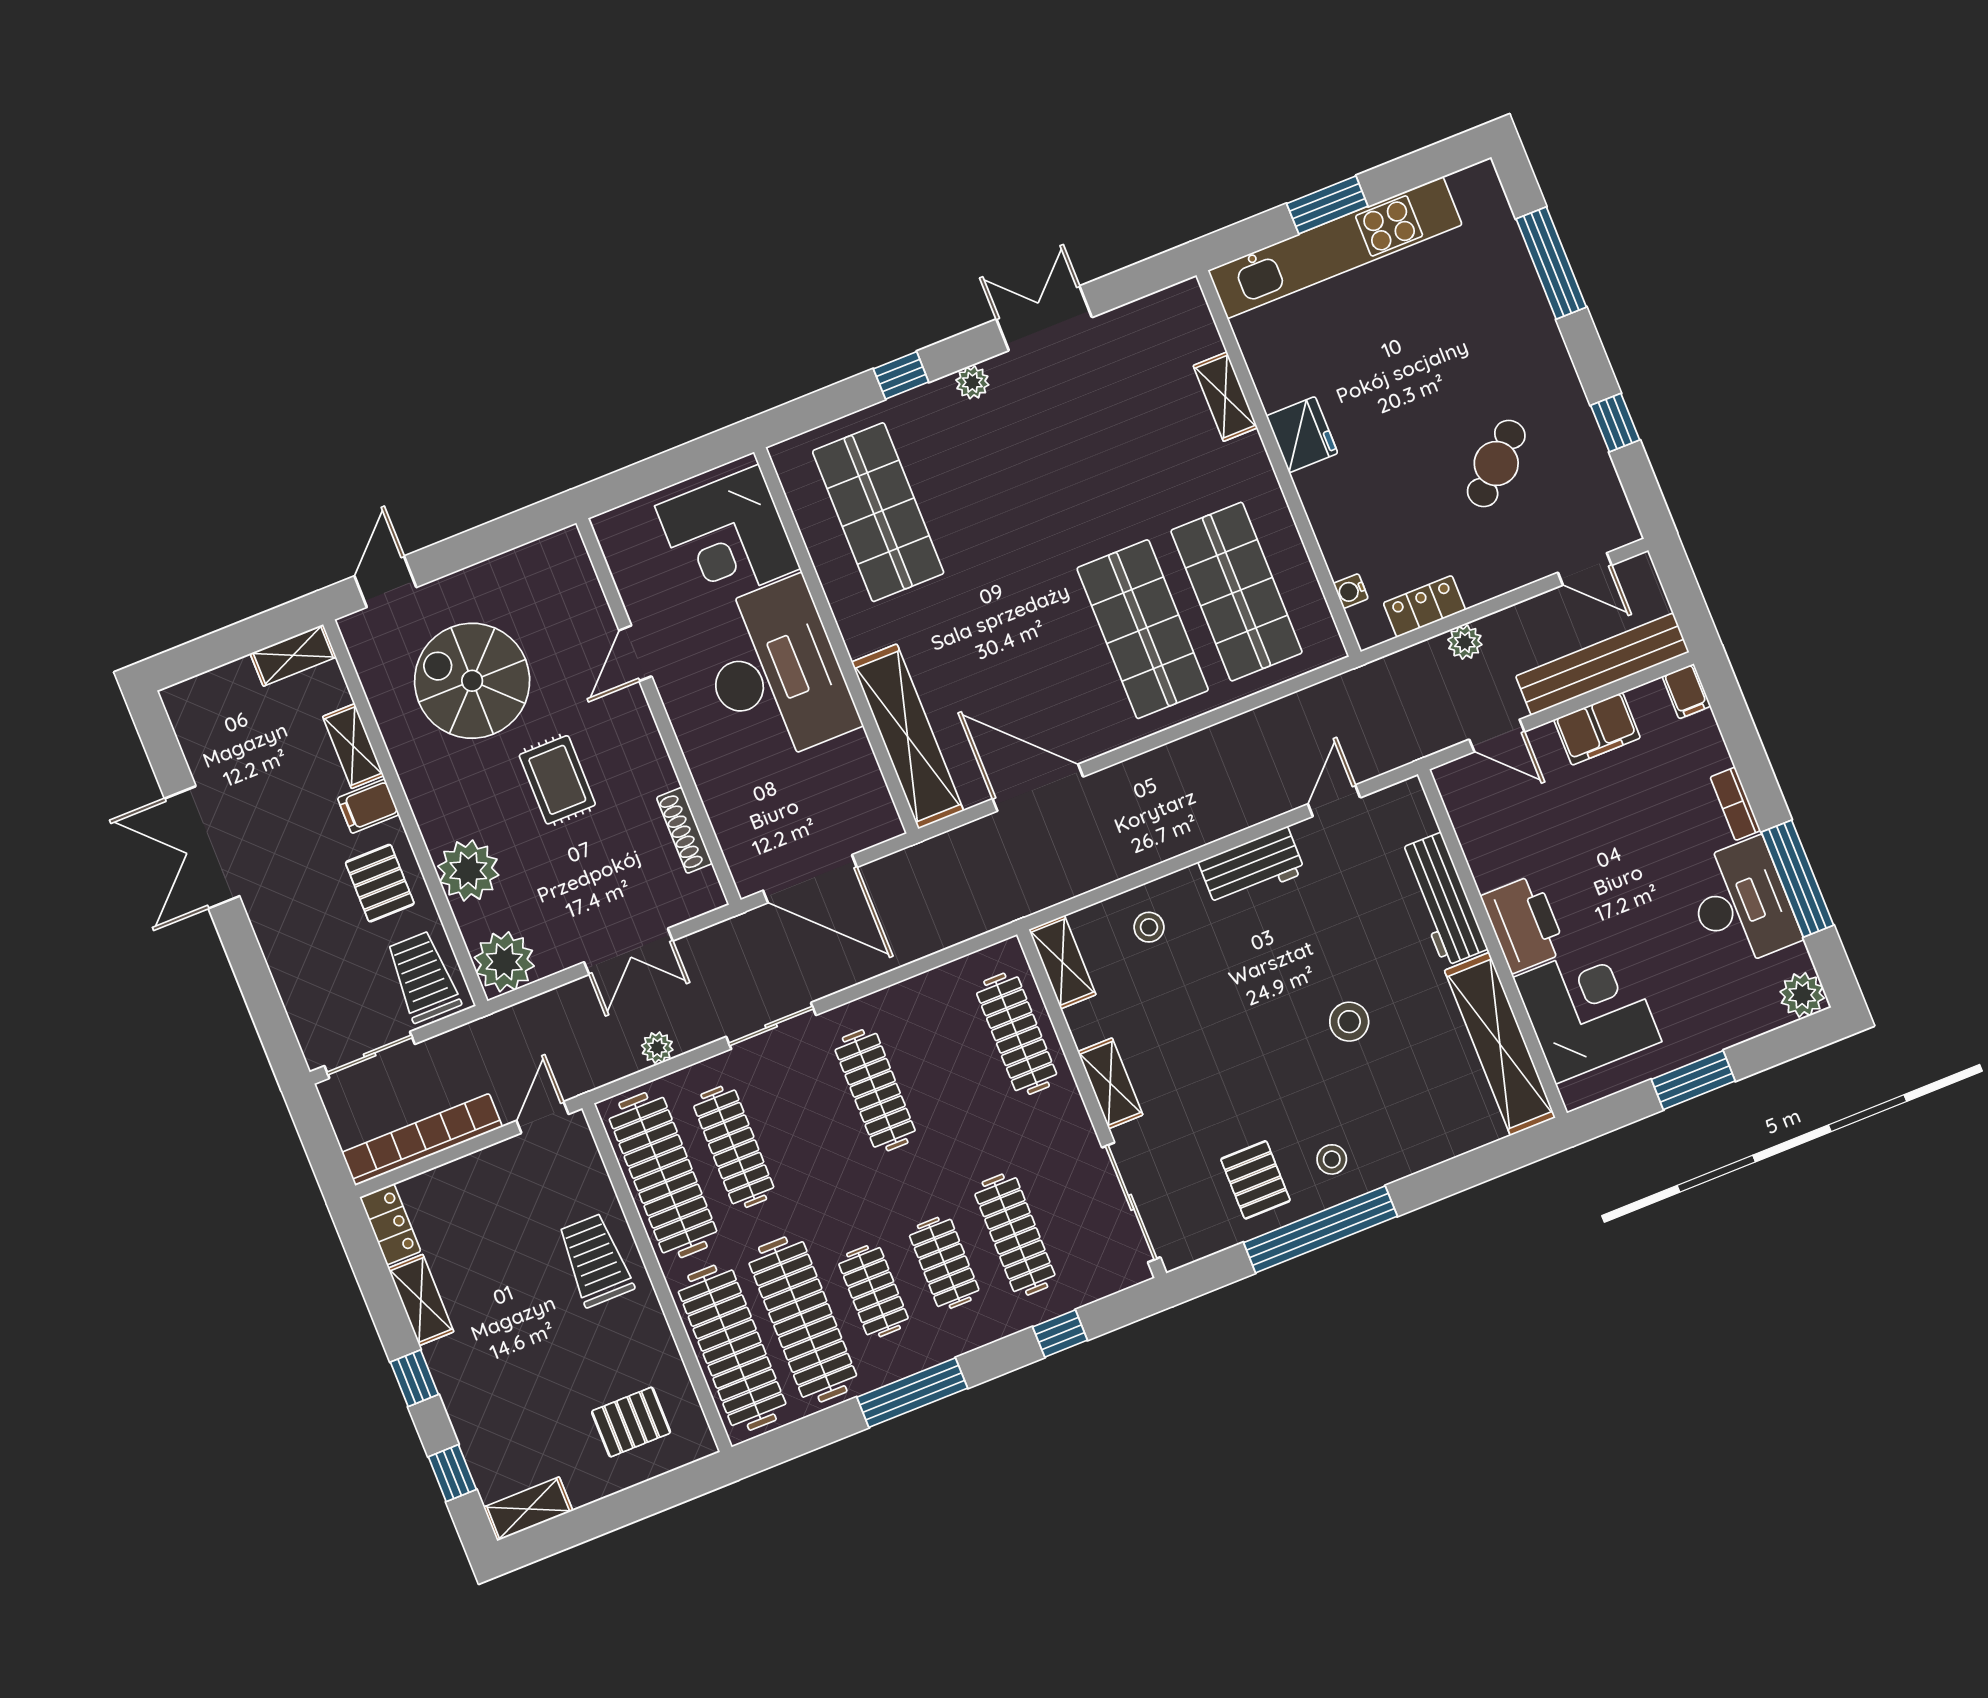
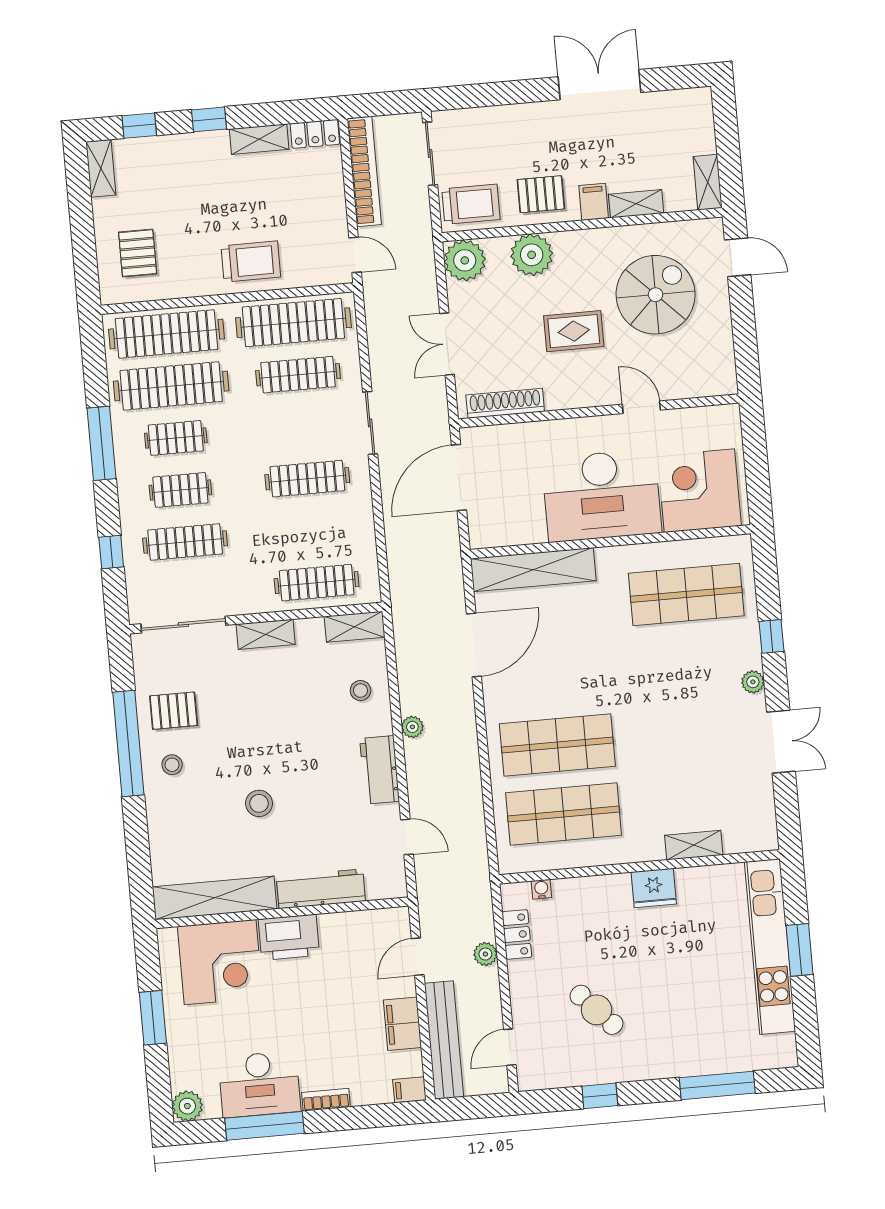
shoe rack: (684, 830) -> (505, 403), width x1.36, depth x1.24
plant: (657, 1048) -> (412, 727), moved

